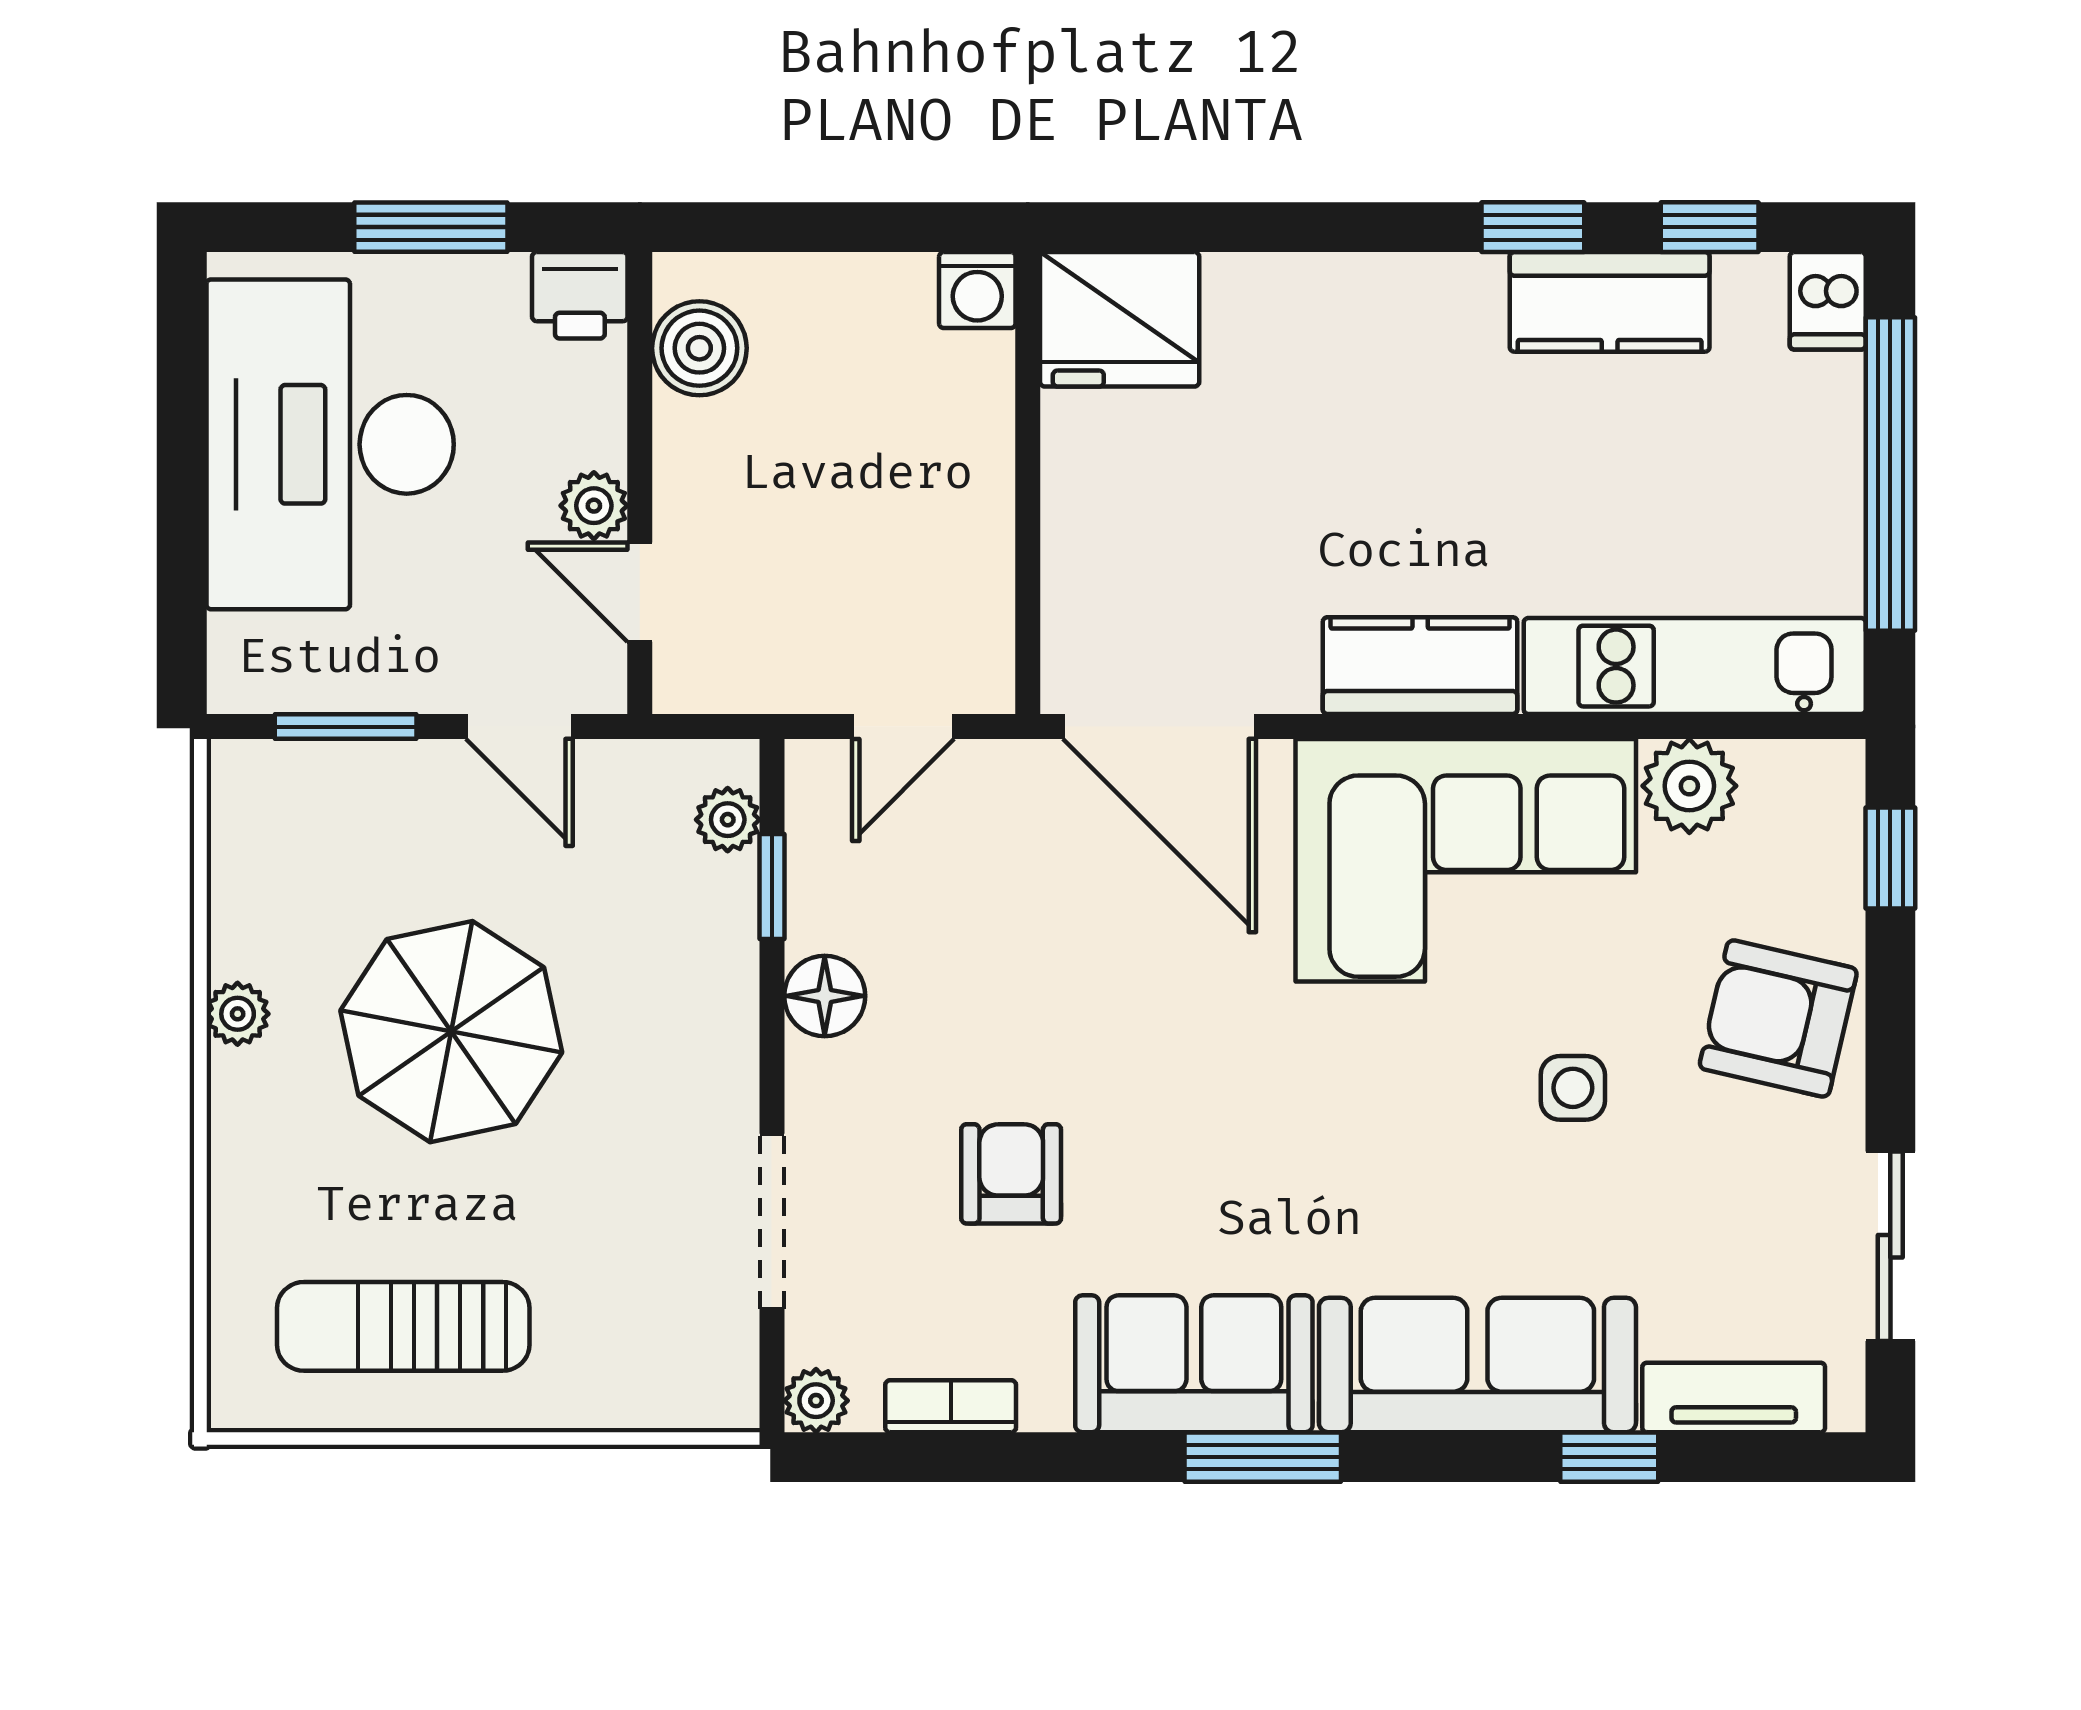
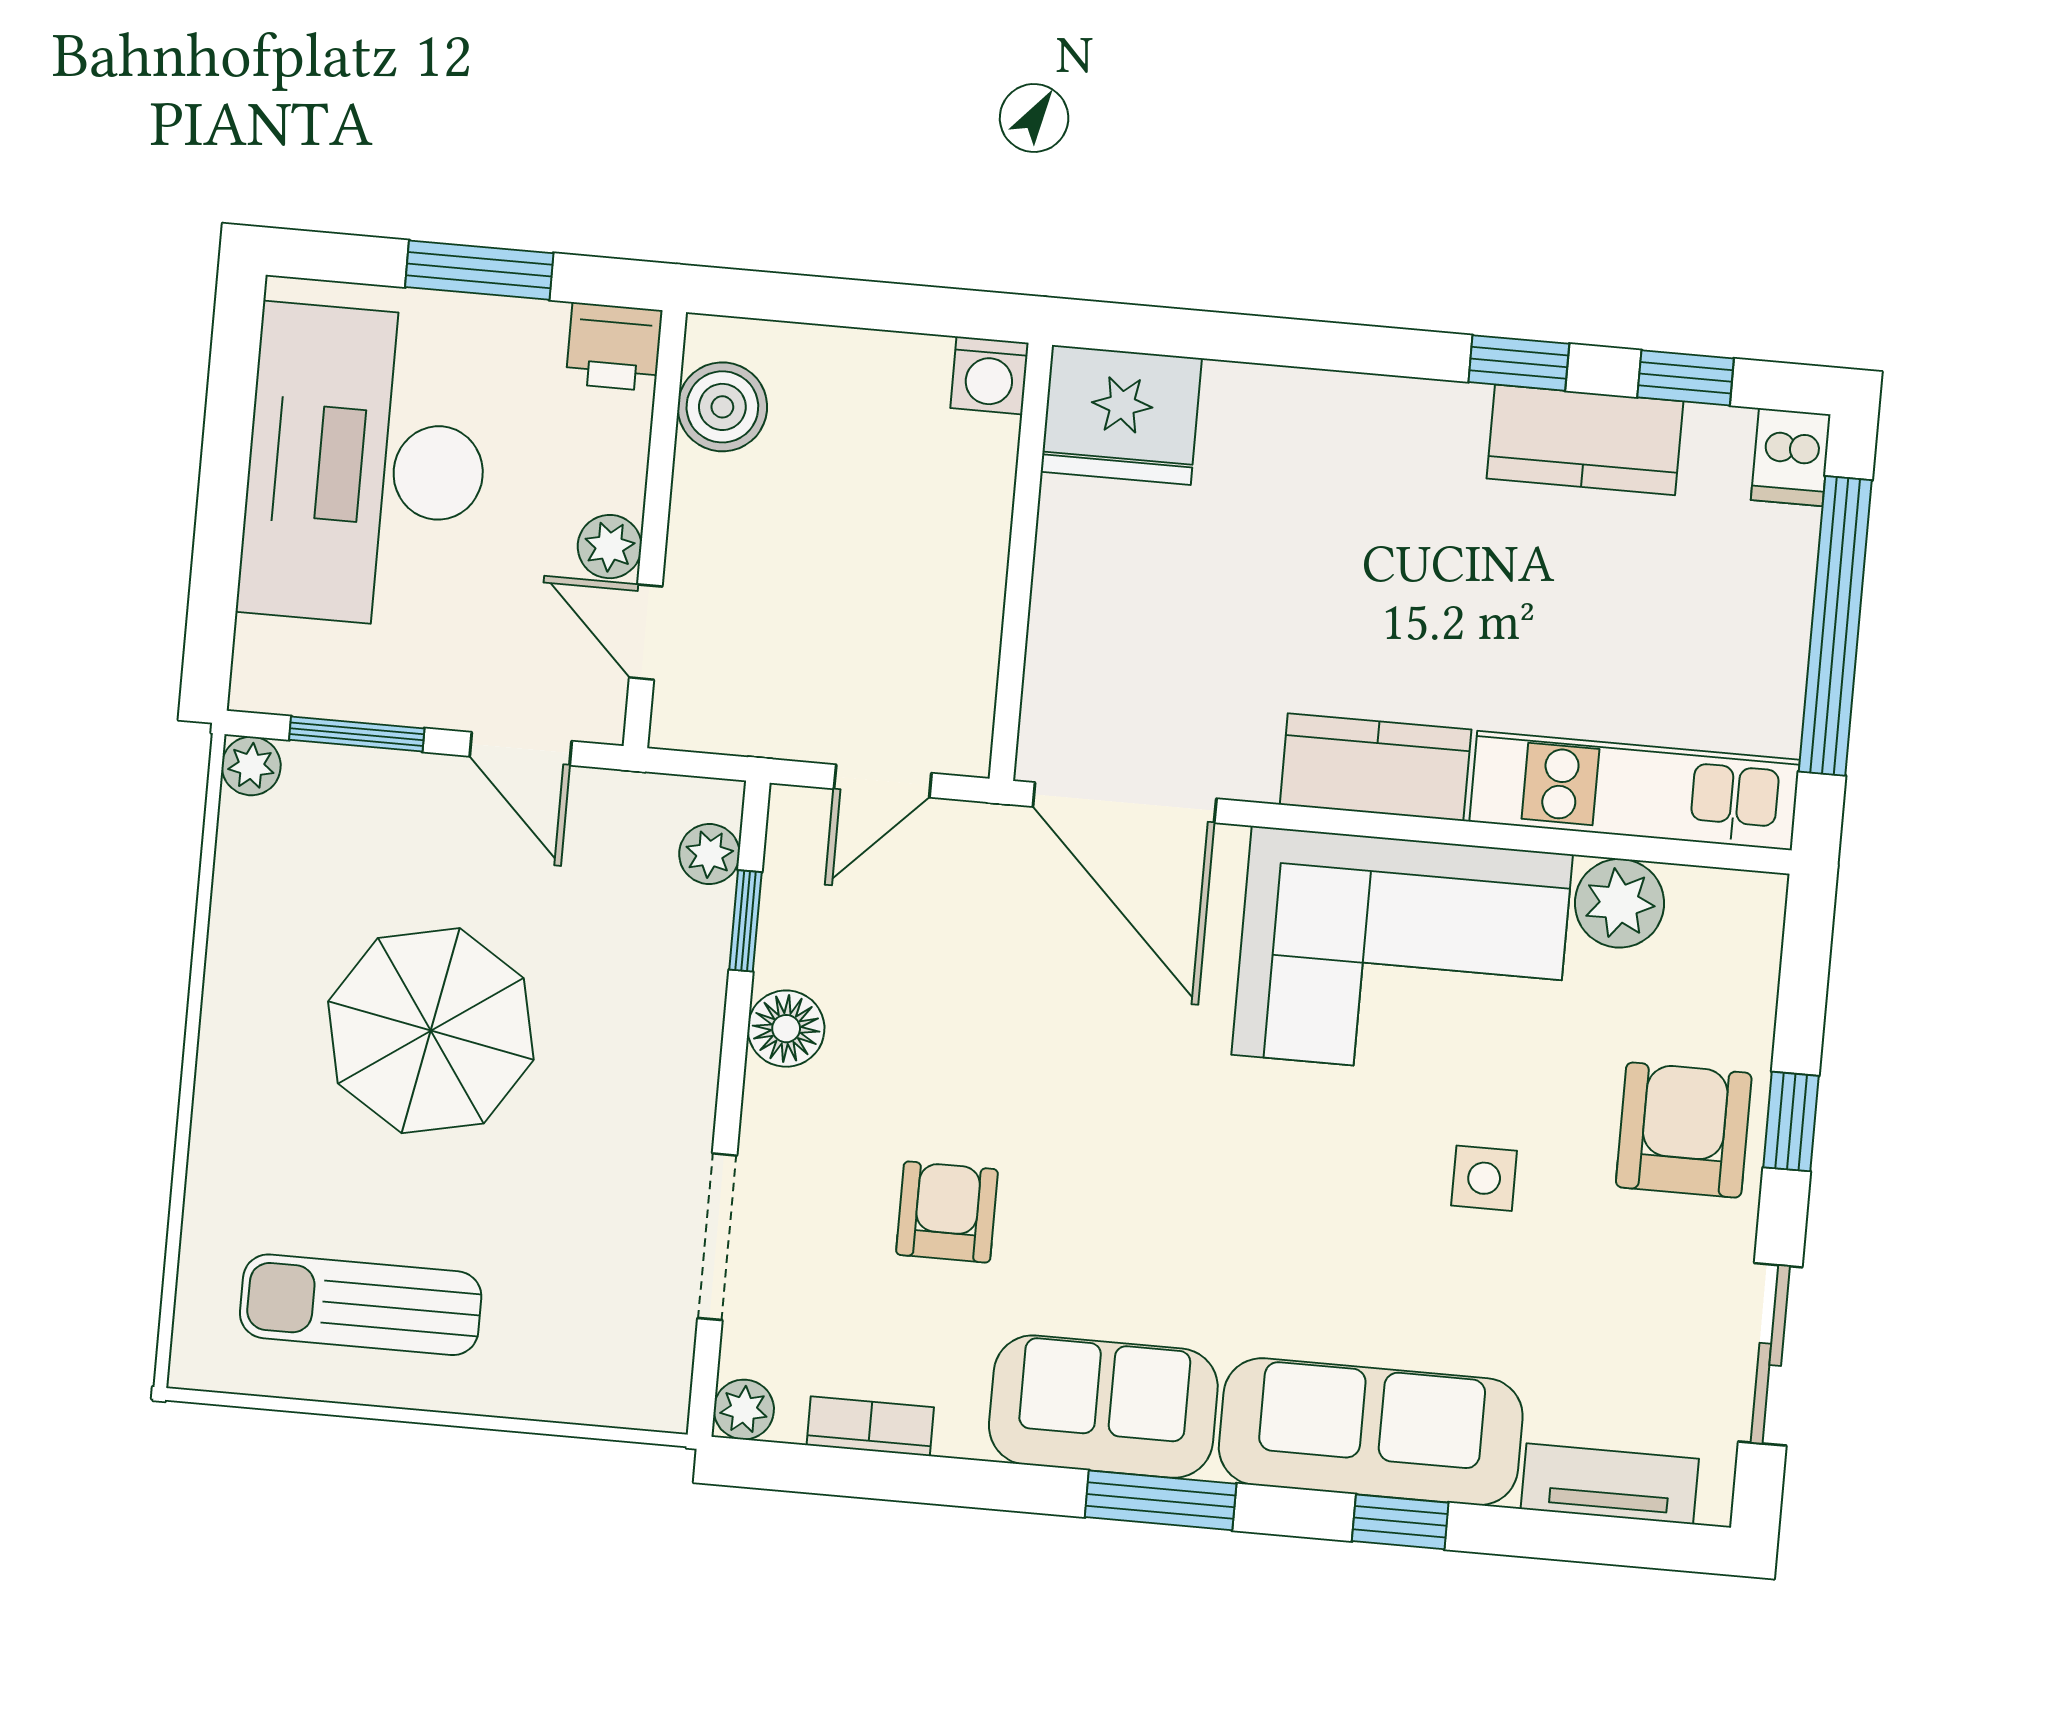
window: (1890, 858) -> (1791, 1122), moved
plant: (238, 1014) -> (251, 766), moved
armchair: (1778, 1018) -> (1684, 1130), turned 77
window: (1609, 1457) -> (1400, 1522), moved

